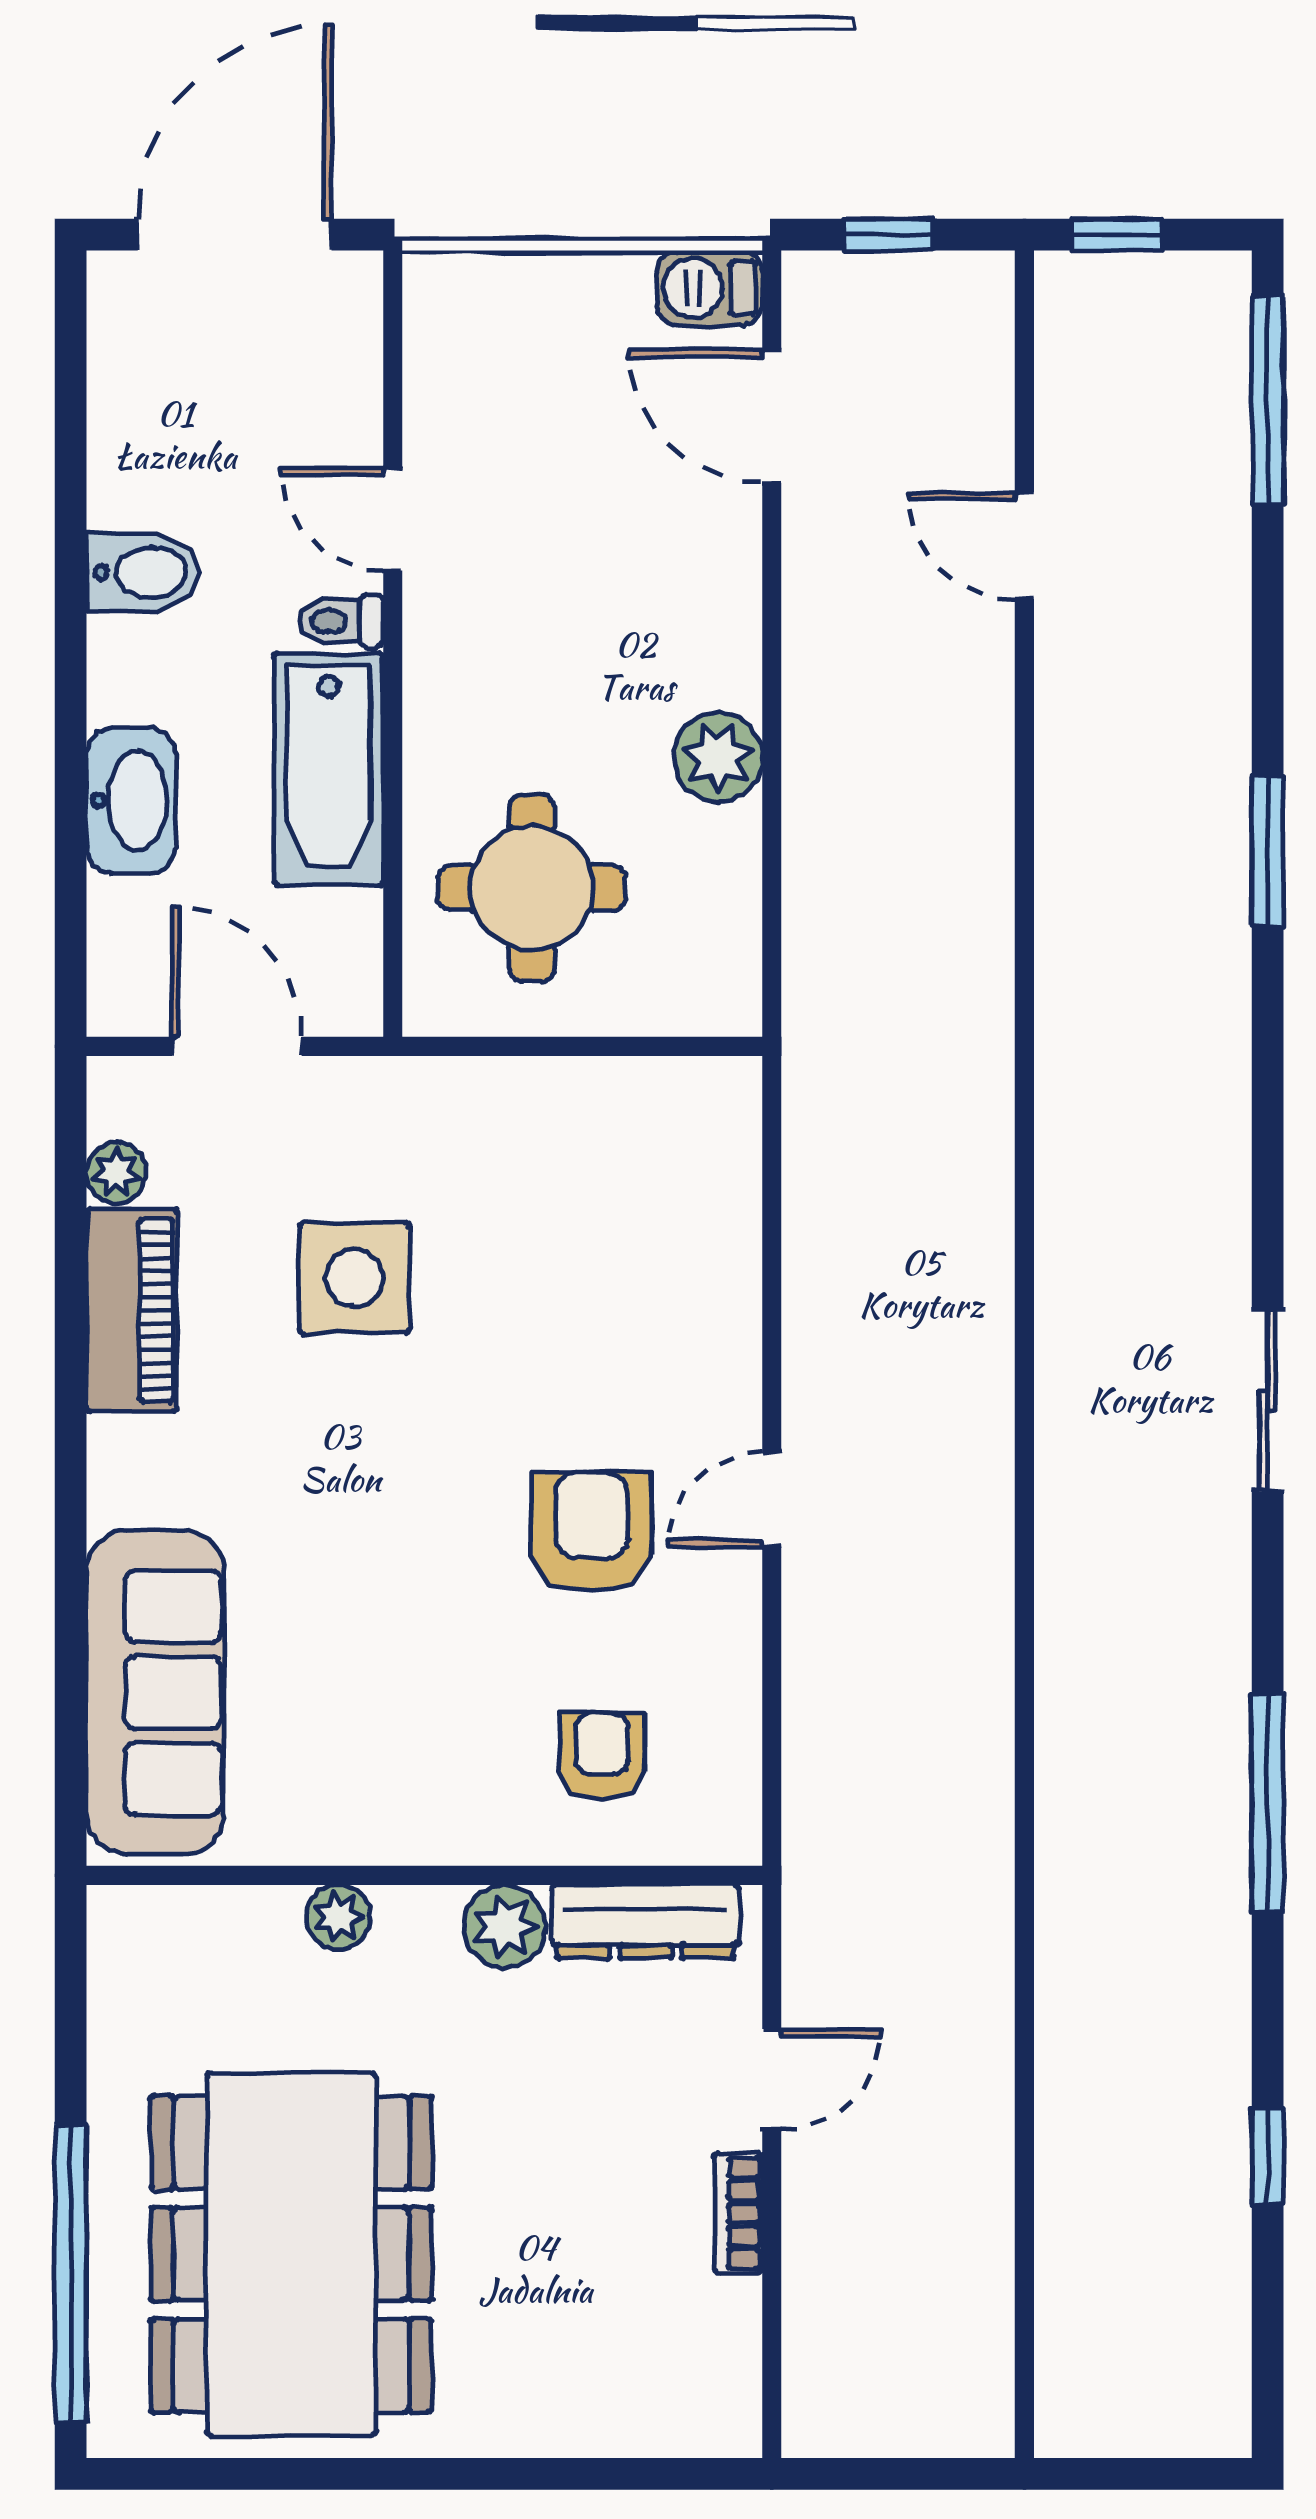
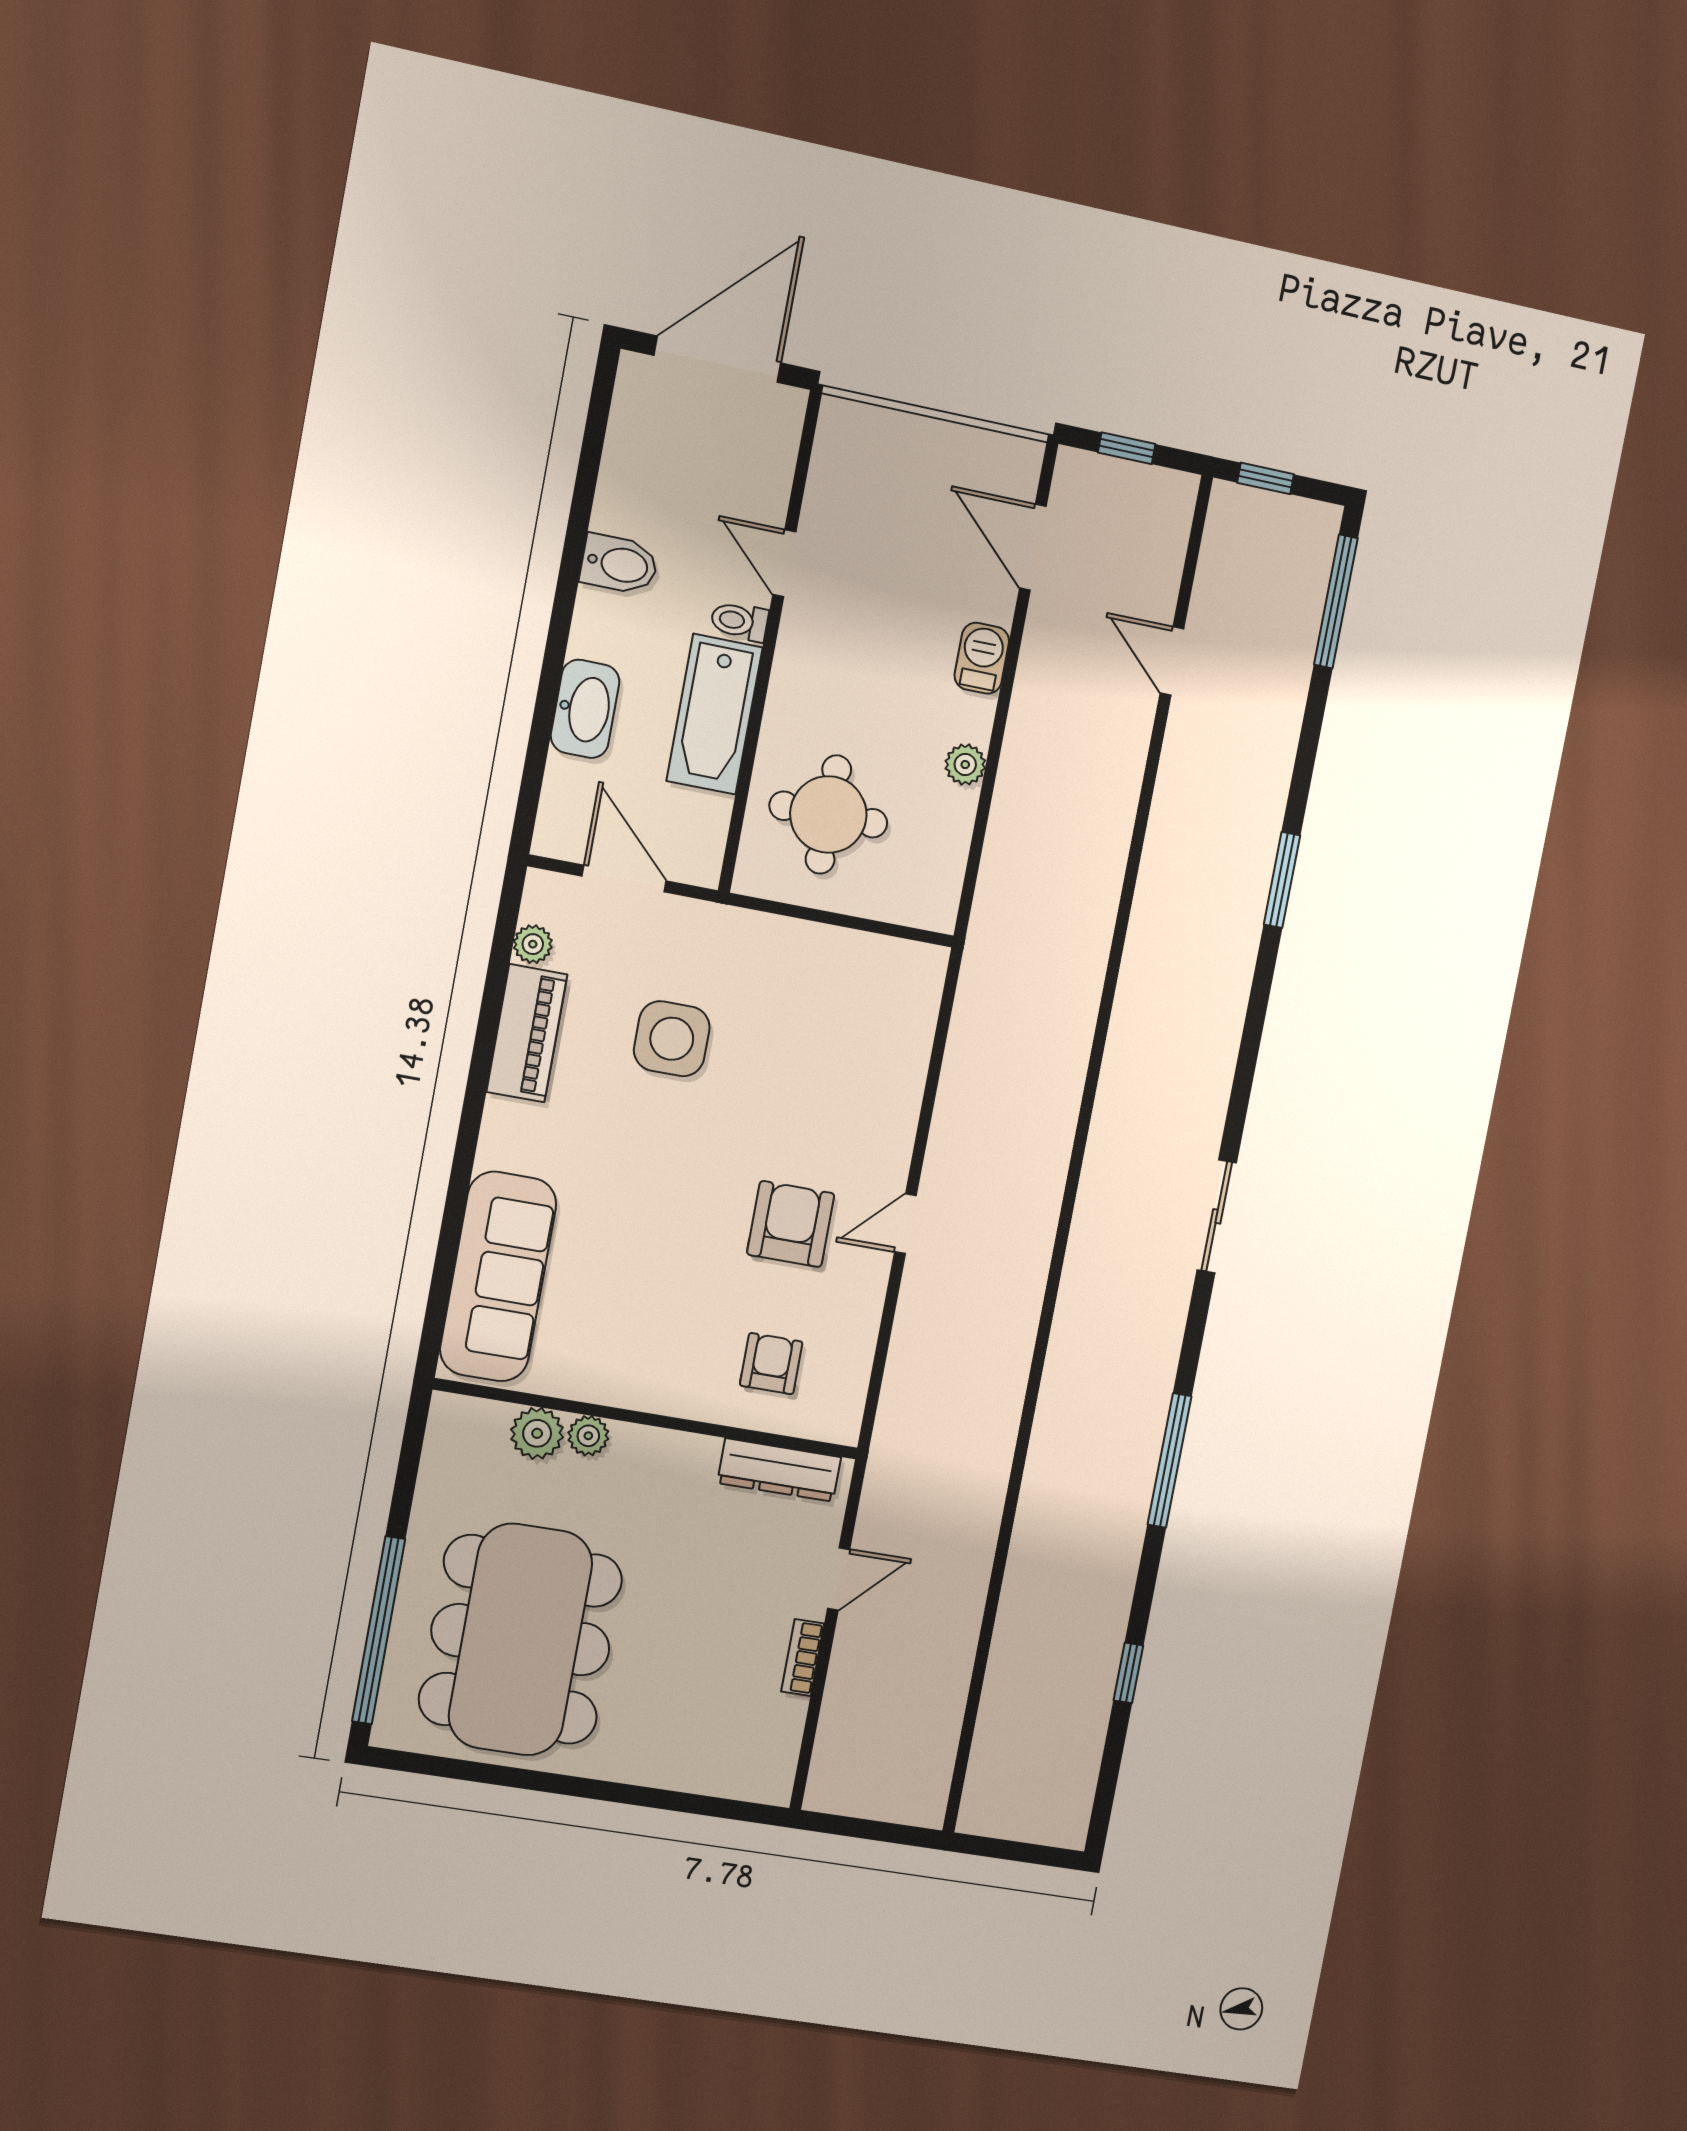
barbecue: (709, 288) -> (982, 658), moved, turned 90
plant: (718, 758) -> (965, 765), width x0.73, depth x0.73
plant: (504, 1926) -> (537, 1433), moved

